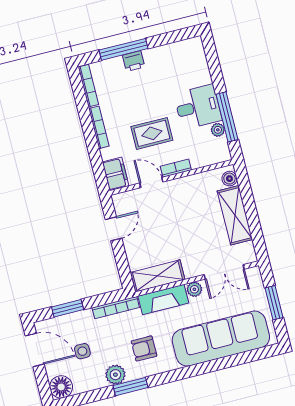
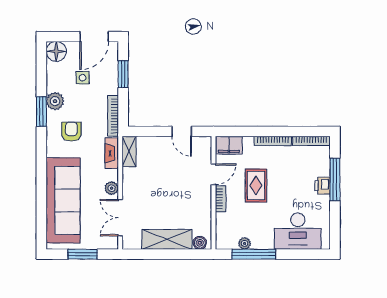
desk: (198, 107) -> (298, 231), moved, width x1.37
shelving: (157, 276) -> (129, 152), width x0.67, depth x0.75
fireplace: (163, 300) -> (112, 153), width x0.73, depth x0.76

